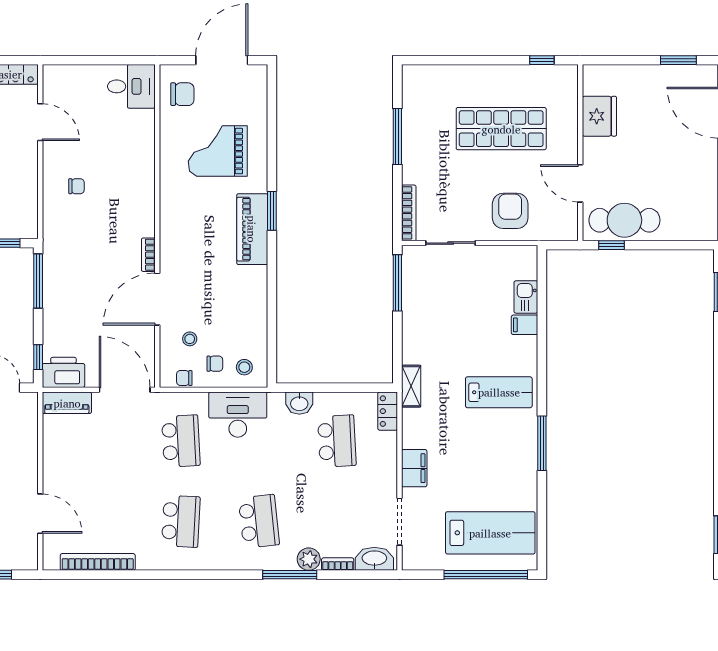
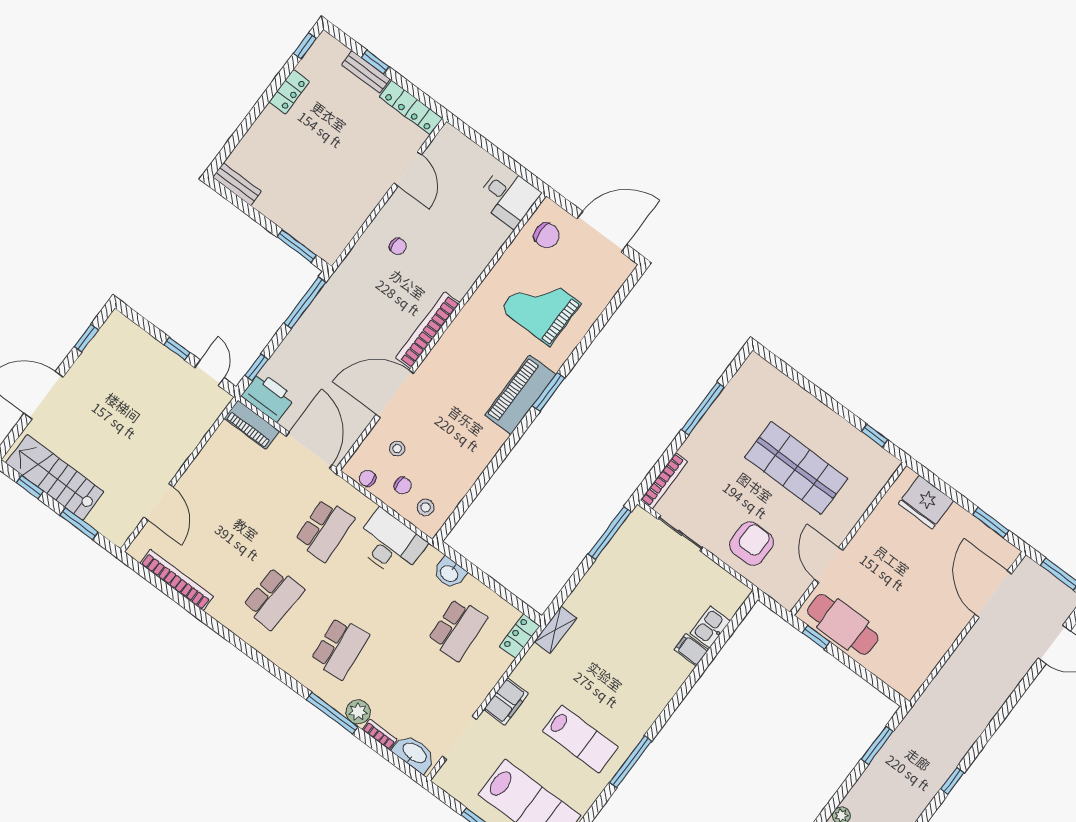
fridge: (599, 116) -> (926, 502), moved, turned 90
bookcase: (148, 255) -> (428, 330), width x2.31, depth x1.31
lab bench: (499, 392) -> (580, 739), moved

